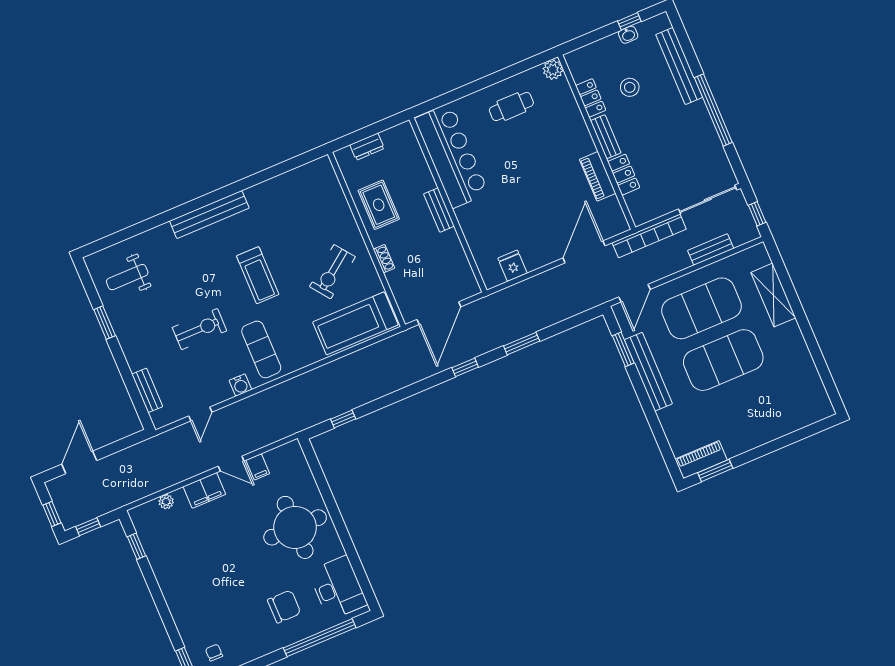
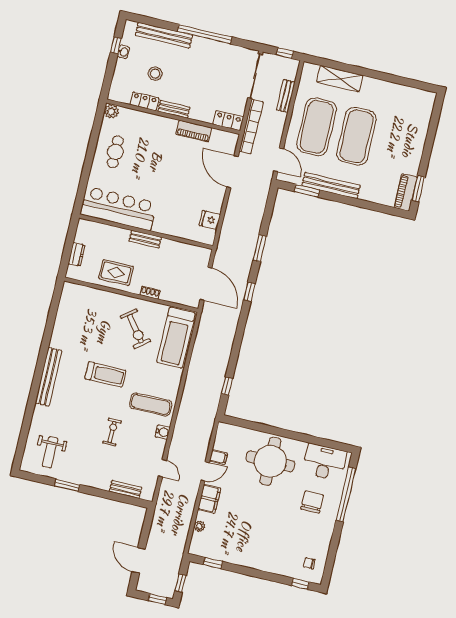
locker: (624, 175) -> (228, 121), moved
exercise bike: (200, 329) -> (112, 432), width x0.73, depth x0.72

